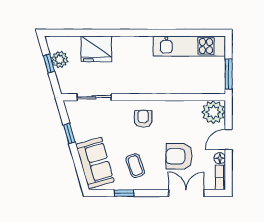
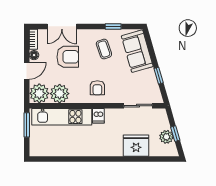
kitchen unit: (189, 46) -> (62, 117), moved, turned 180
dishwasher: (142, 85) -> (98, 116), added
plant: (189, 112) -> (60, 94), added

